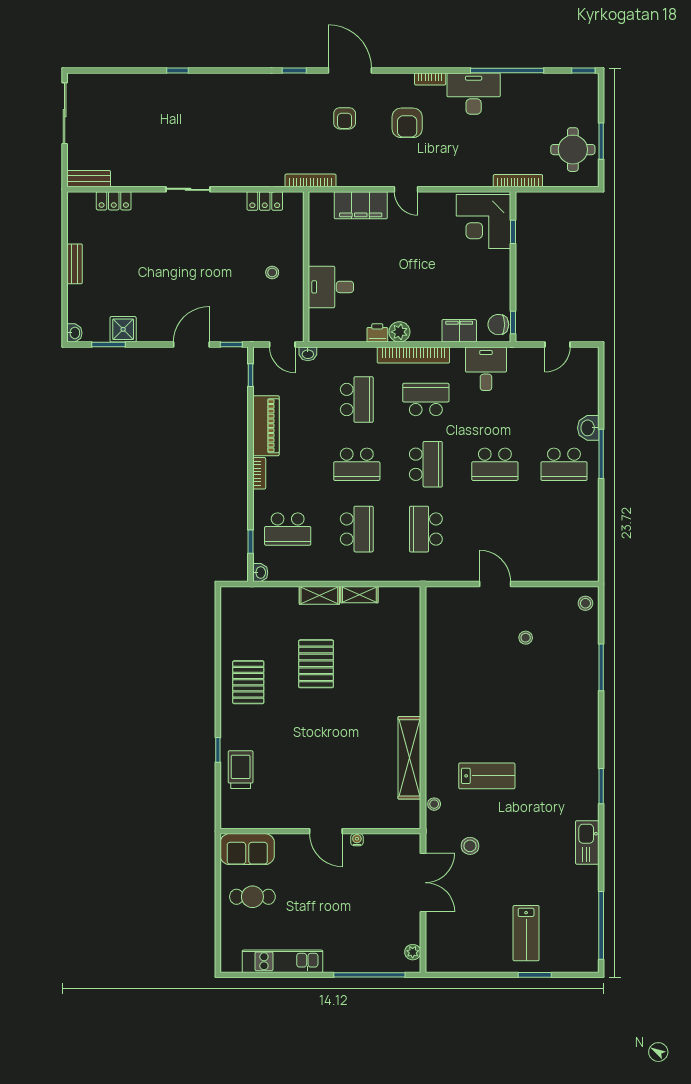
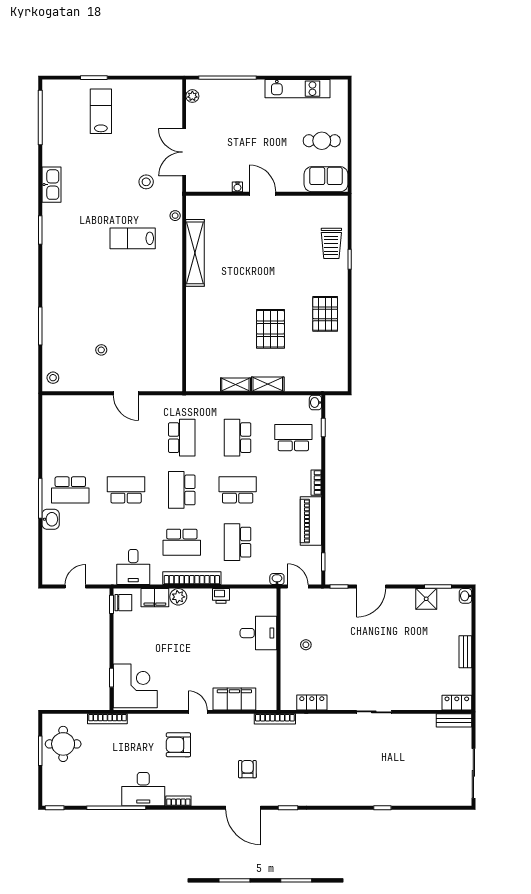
armchair: (407, 123) -> (178, 745), moved, turned -90
locker: (114, 201) -> (457, 703), moved
plant: (399, 332) -> (178, 597), moved
school desk: (564, 464) -> (70, 490), turned 180

